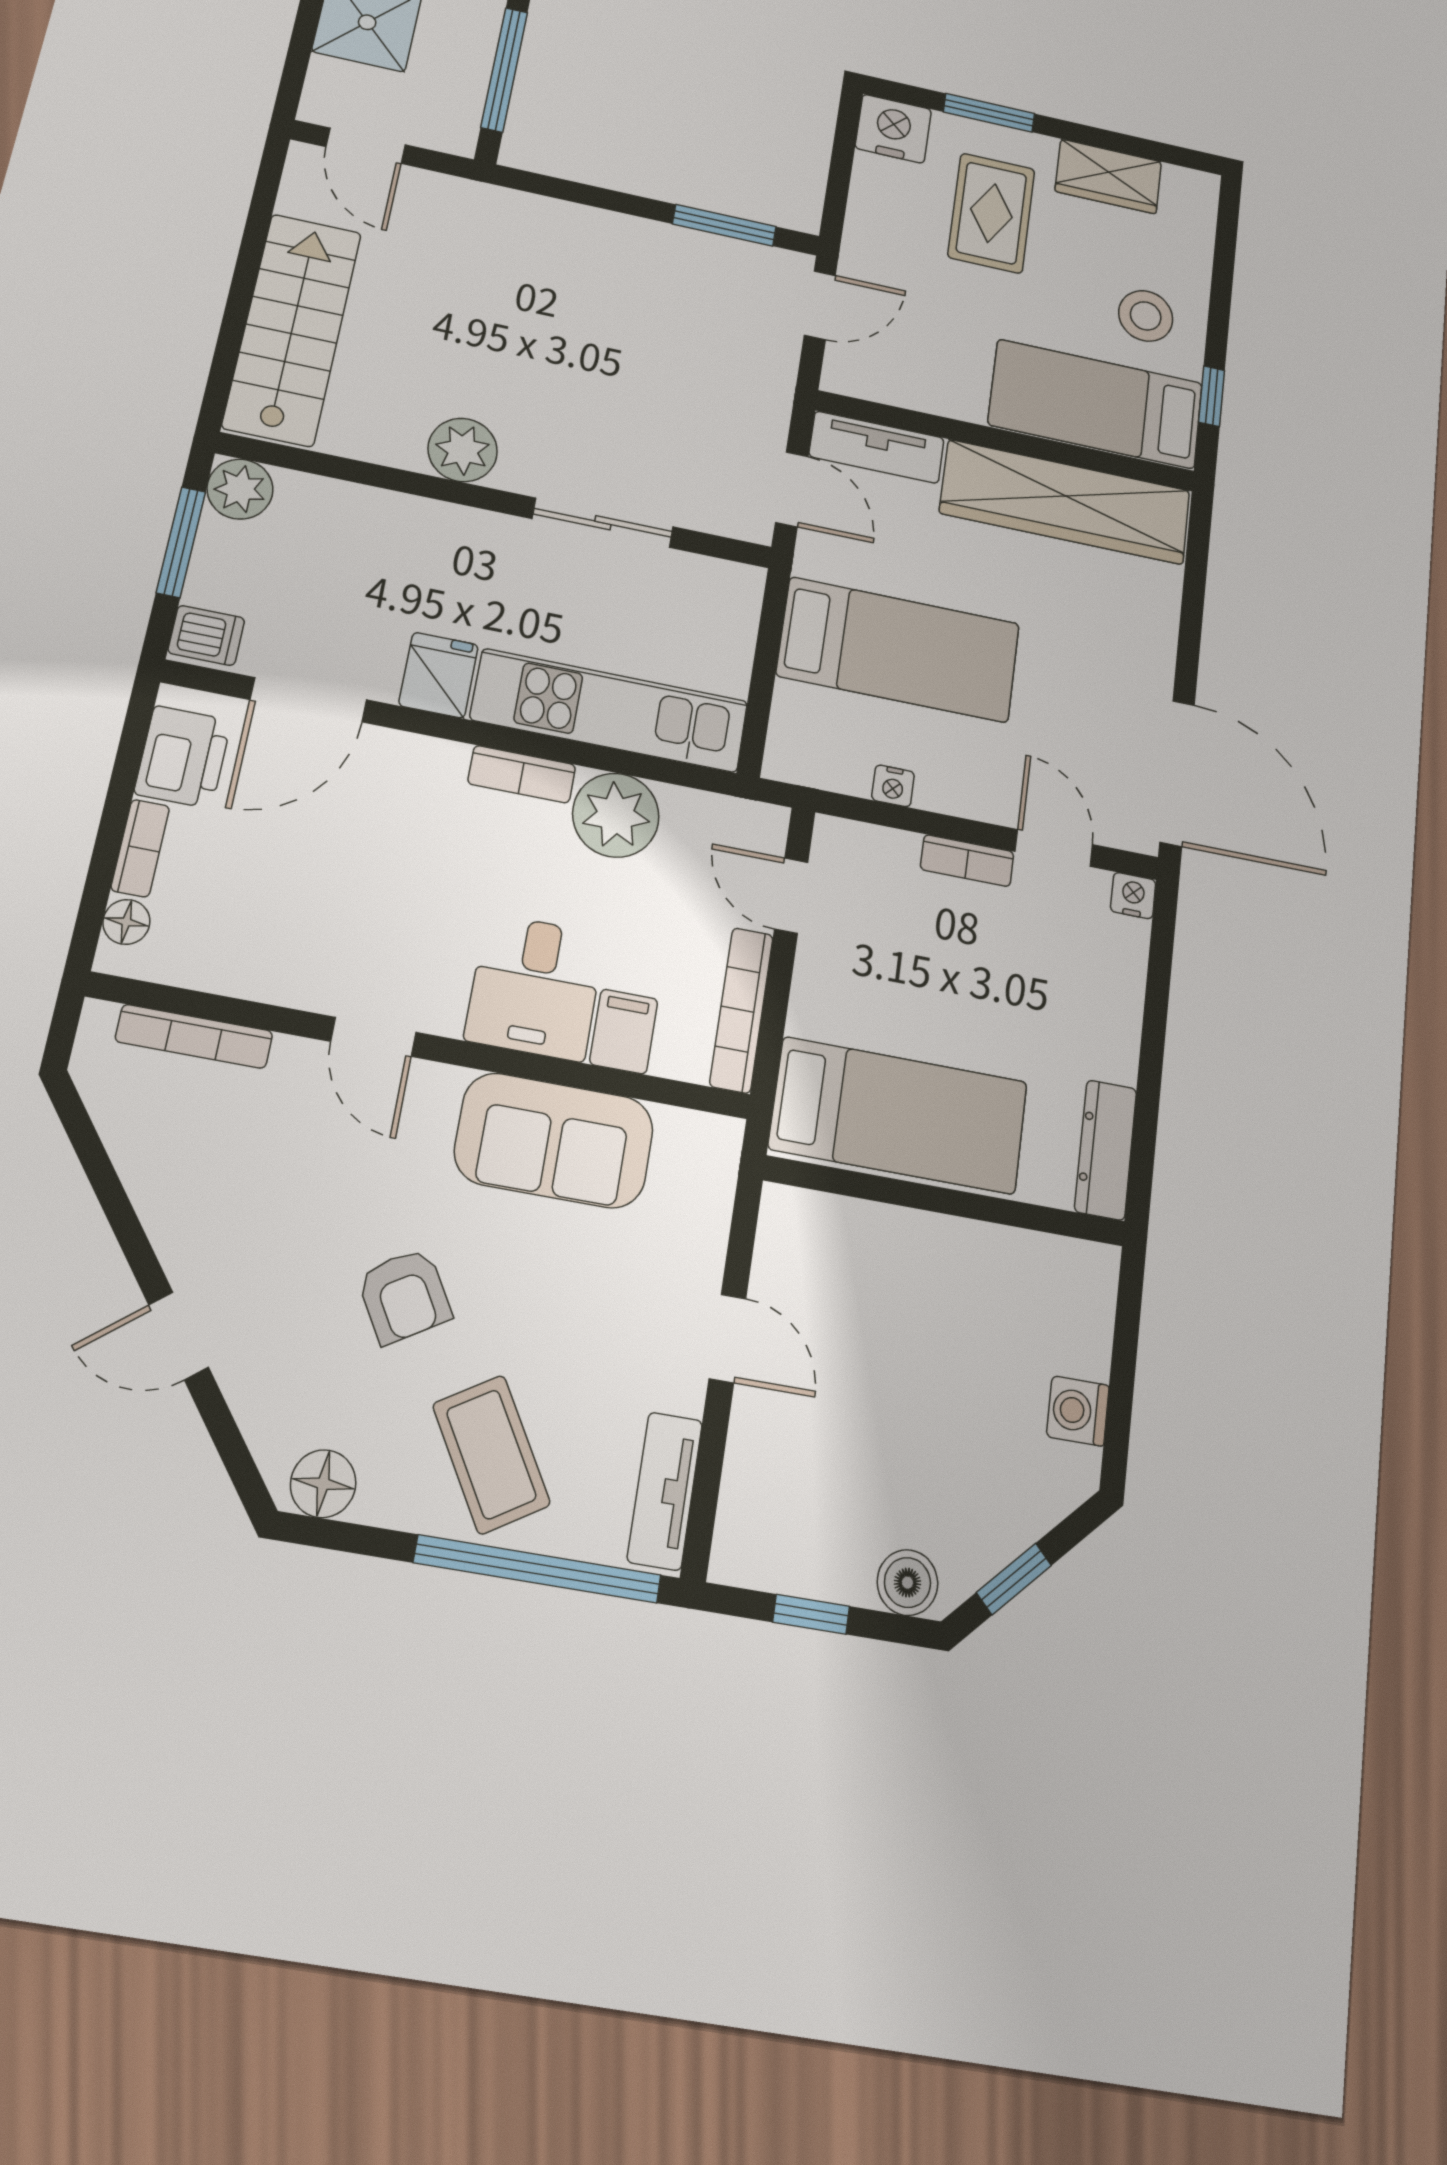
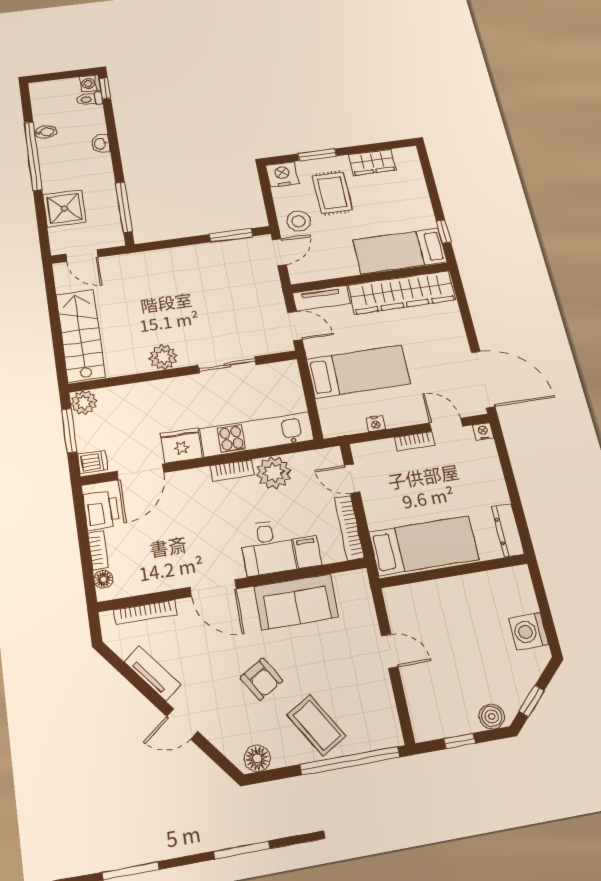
stool: (1146, 316) -> (299, 221), moved
fridge: (439, 675) -> (181, 446), width x1.38
door: (373, 1037) -> (213, 588), width x1.38
washing machine: (1078, 1411) -> (529, 631), width x1.38, depth x1.38
tv unit: (665, 1491) -> (152, 673), moved, turned 142

